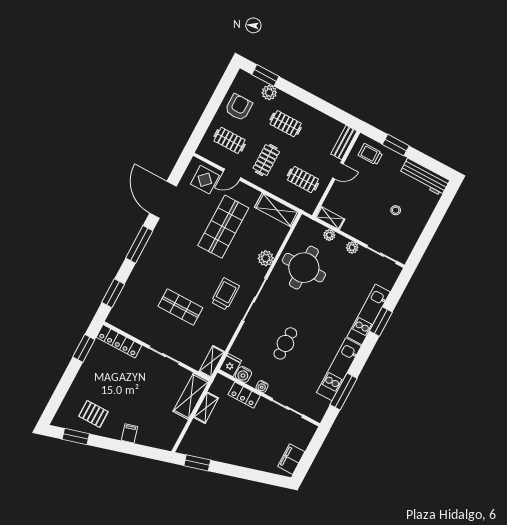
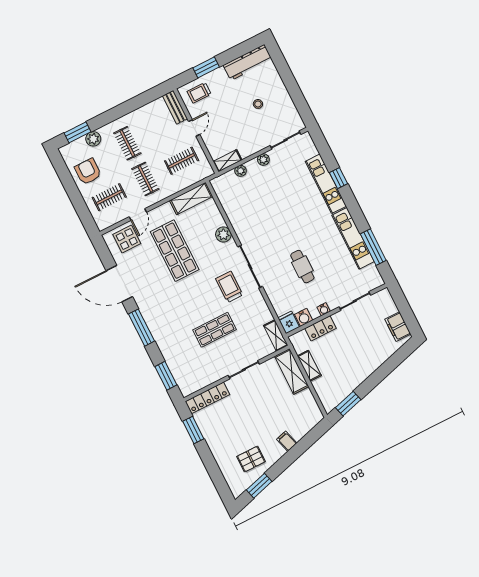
clothes rail: (286, 124) -> (127, 143), turned 90
round table: (304, 268) -> (252, 209), removed
window: (381, 322) -> (338, 178), width x0.67

